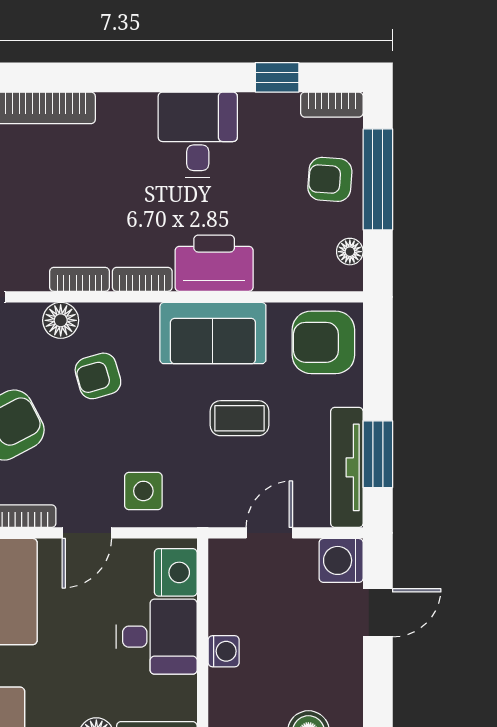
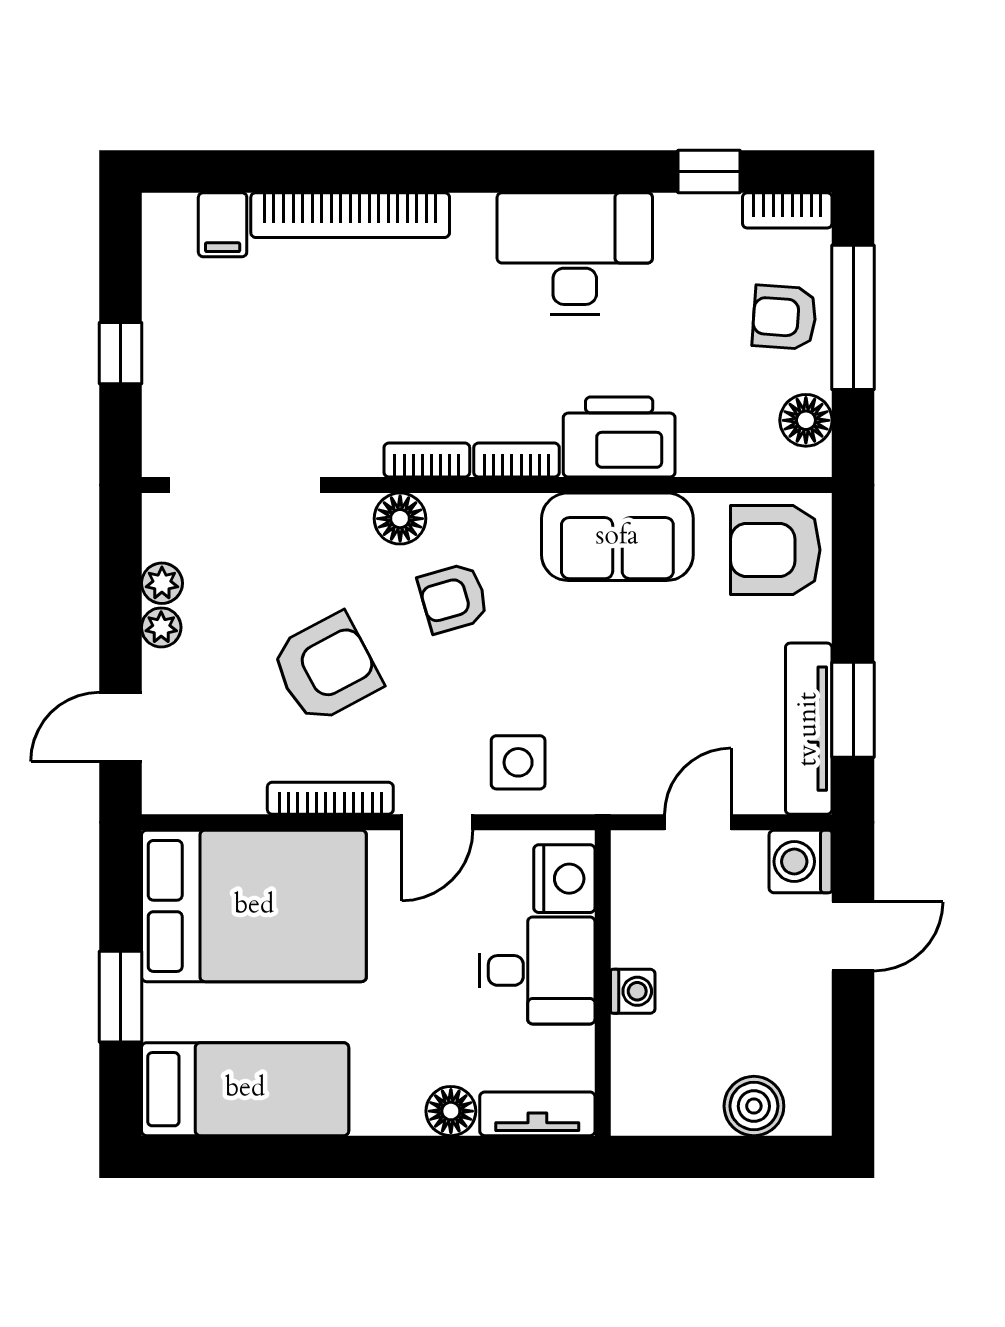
desk: (198, 135) -> (575, 253), width x1.37
floor lamp: (350, 252) -> (806, 420), width x1.37, depth x1.37
coffee table: (239, 418) -> (655, 658), removed

